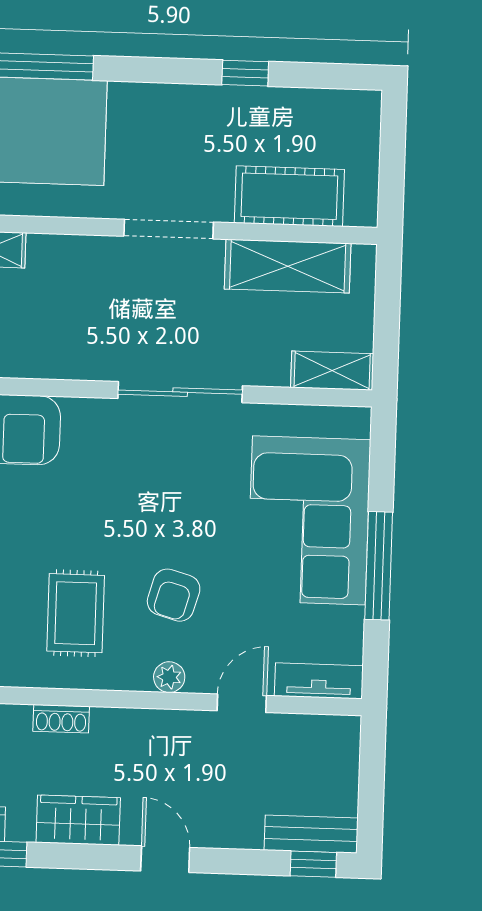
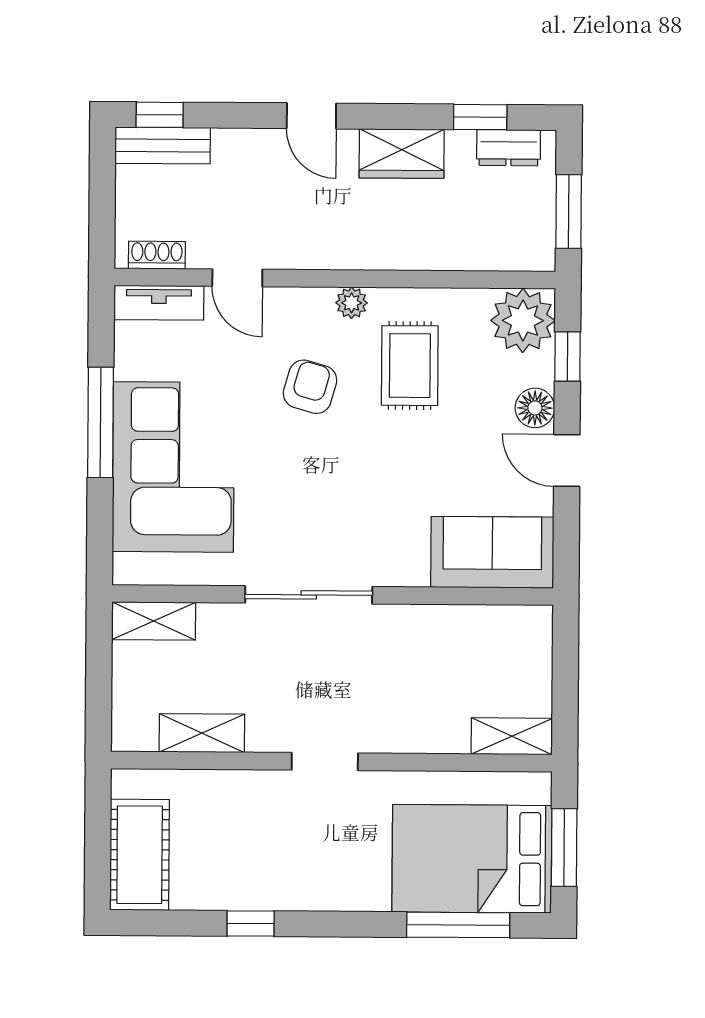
cot: (289, 196) -> (140, 855), moved, turned 90
doorway: (169, 229) -> (325, 762), width x0.73
shelving: (288, 266) -> (202, 733), width x0.67, depth x0.75
plant: (169, 677) -> (352, 303), moved
door: (242, 703) -> (237, 278), hinge flipped
shoe rack: (61, 719) -> (157, 255), moved

